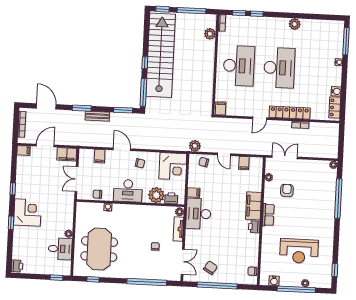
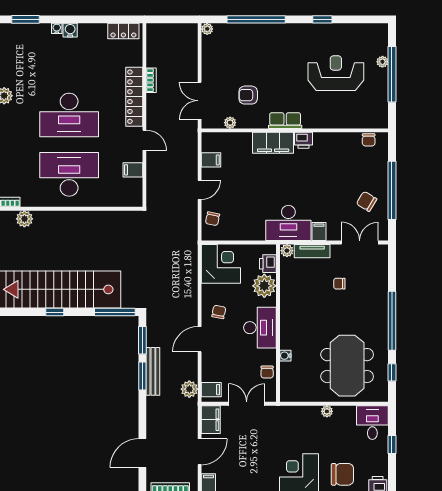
window: (346, 41) -> (26, 19), width x0.69
window: (145, 63) -> (55, 312), moved
desk: (279, 68) -> (69, 115), turned 180
water cooler: (336, 91) -> (70, 30), moved
window: (82, 108) -> (142, 376), moved
filing cabinet: (221, 108) -> (133, 170), moved
bench: (97, 116) -> (153, 371), width x1.36
door: (45, 145) -> (200, 452), swing flipped
plant: (195, 146) -> (189, 389), moved
filing cabinet: (100, 156) -> (211, 390), moved
double door: (76, 179) -> (247, 404), swing flipped
filing cabinet: (193, 193) -> (319, 232), moved
chair: (25, 242) -> (342, 474), added
desk: (60, 249) -> (372, 423), moved
meeting table: (99, 249) -> (347, 366), turned 90
reception desk: (299, 251) -> (336, 73), turned -90
window: (335, 270) -> (322, 19), moved
window: (57, 278) -> (392, 444), moved
water cooler: (274, 281) -> (381, 107), removed
window: (147, 282) -> (392, 321), moved

